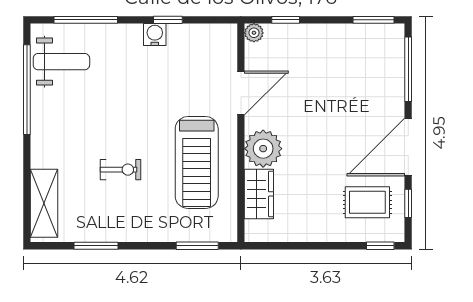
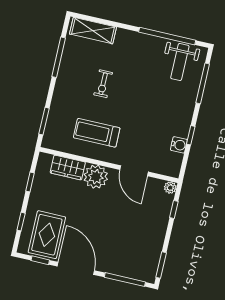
water cooler: (155, 34) -> (179, 145), moved
treadmill: (197, 162) -> (97, 133), width x0.73, depth x0.73
rug: (367, 202) -> (47, 235), width x1.36, depth x1.43
window: (96, 246) -> (59, 57), width x1.44
window: (294, 246) -> (30, 182), added
window: (380, 246) -> (21, 222), moved

